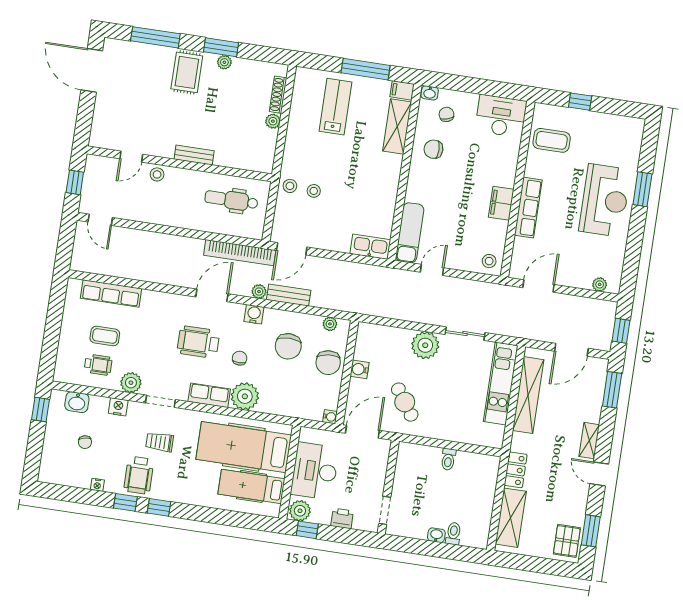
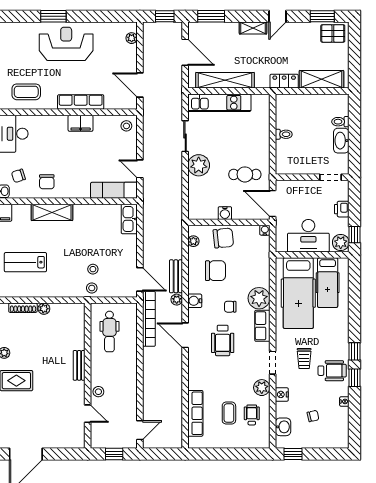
shelving: (397, 126) -> (52, 212), moved
coffee table: (552, 140) -> (26, 92), turned 90
cafe table: (405, 402) -> (245, 174), turned 35
washbasin: (436, 535) -> (341, 141), width x1.91, depth x1.45

